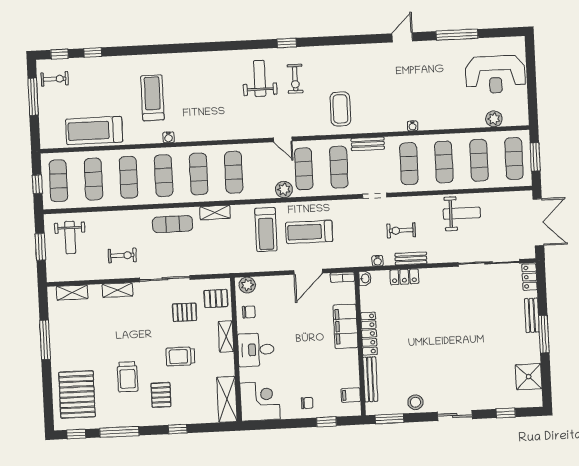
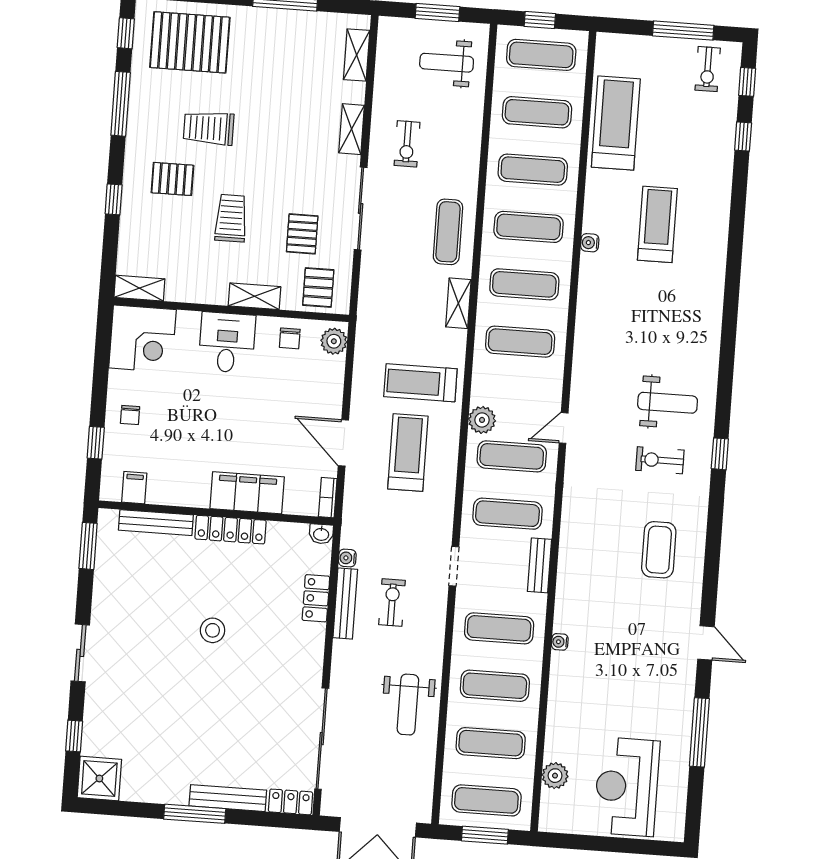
treadmill: (152, 98) -> (657, 224), turned -90
coffee table: (340, 109) -> (659, 550), moved, turned 90
bench: (411, 258) -> (345, 603), width x1.36
bench: (532, 315) -> (228, 798), width x1.36
shower: (529, 377) -> (99, 778), moved
shelving: (227, 399) -> (139, 288), width x0.67, depth x0.75
stool: (415, 402) -> (213, 630), moved

